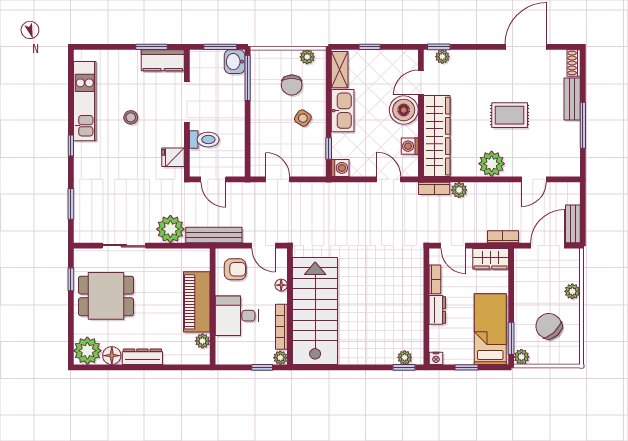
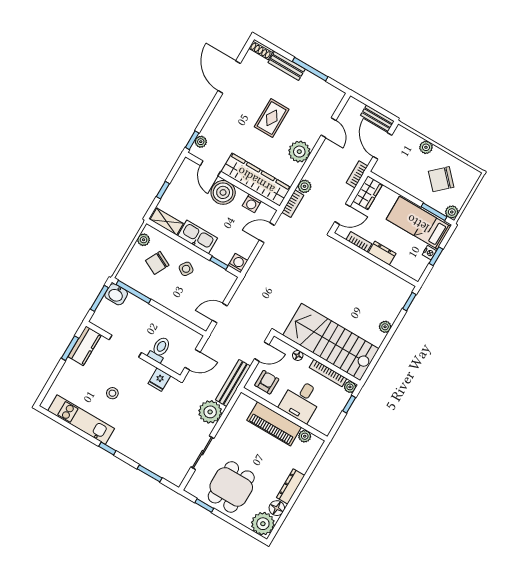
chair: (292, 85) -> (157, 263), turned 117
plant: (405, 357) -> (385, 327), moved
nightstand: (436, 358) -> (429, 253), moved

